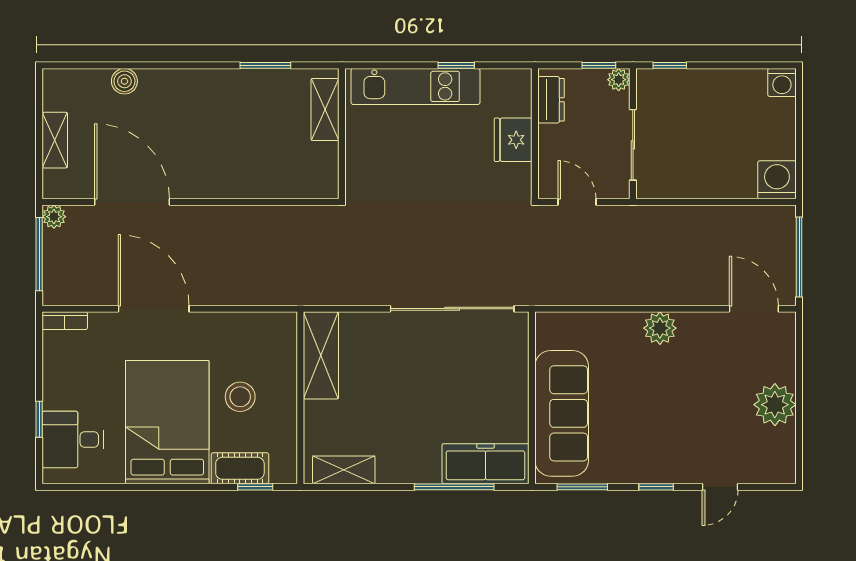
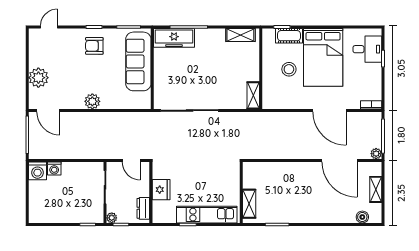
boiler: (124, 81) -> (362, 217), moved
washing machine: (782, 82) -> (54, 169), moved, turned 180
shelving: (321, 355) -> (253, 95), width x0.67, depth x0.75
plant: (775, 405) -> (38, 78), moved
armchair: (656, 447) -> (94, 46), added
door: (720, 487) -> (49, 27), moved

